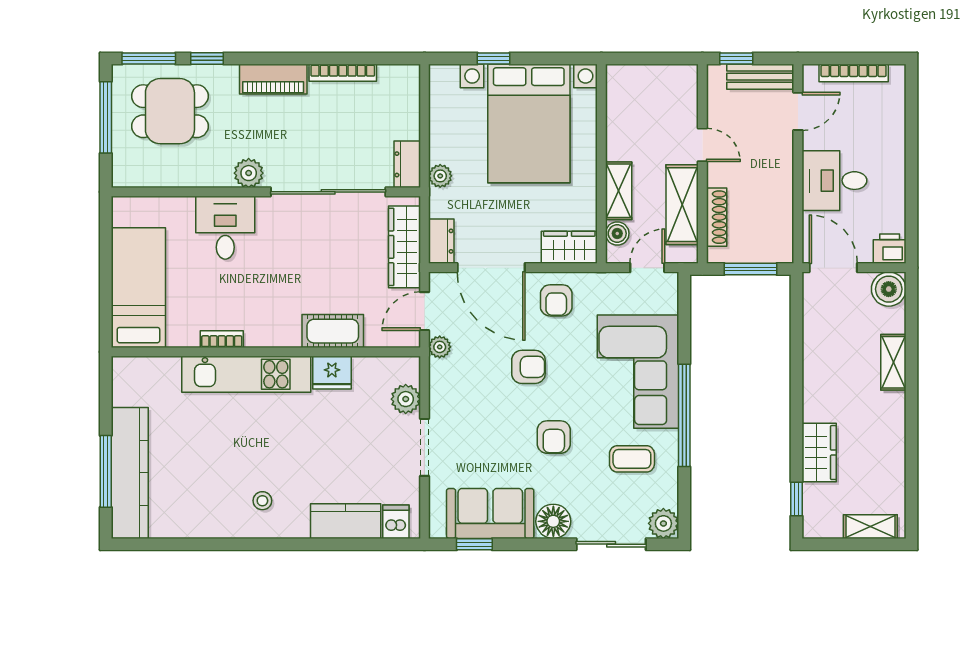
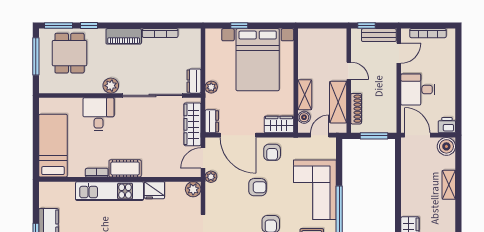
dining table: (170, 111) -> (70, 53), turned 90
cot: (333, 331) -> (125, 168), moved
plant: (406, 399) -> (193, 189), moved

